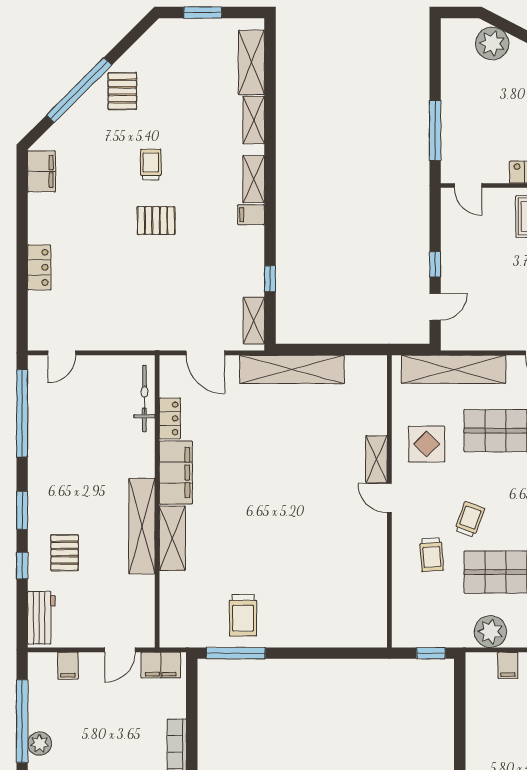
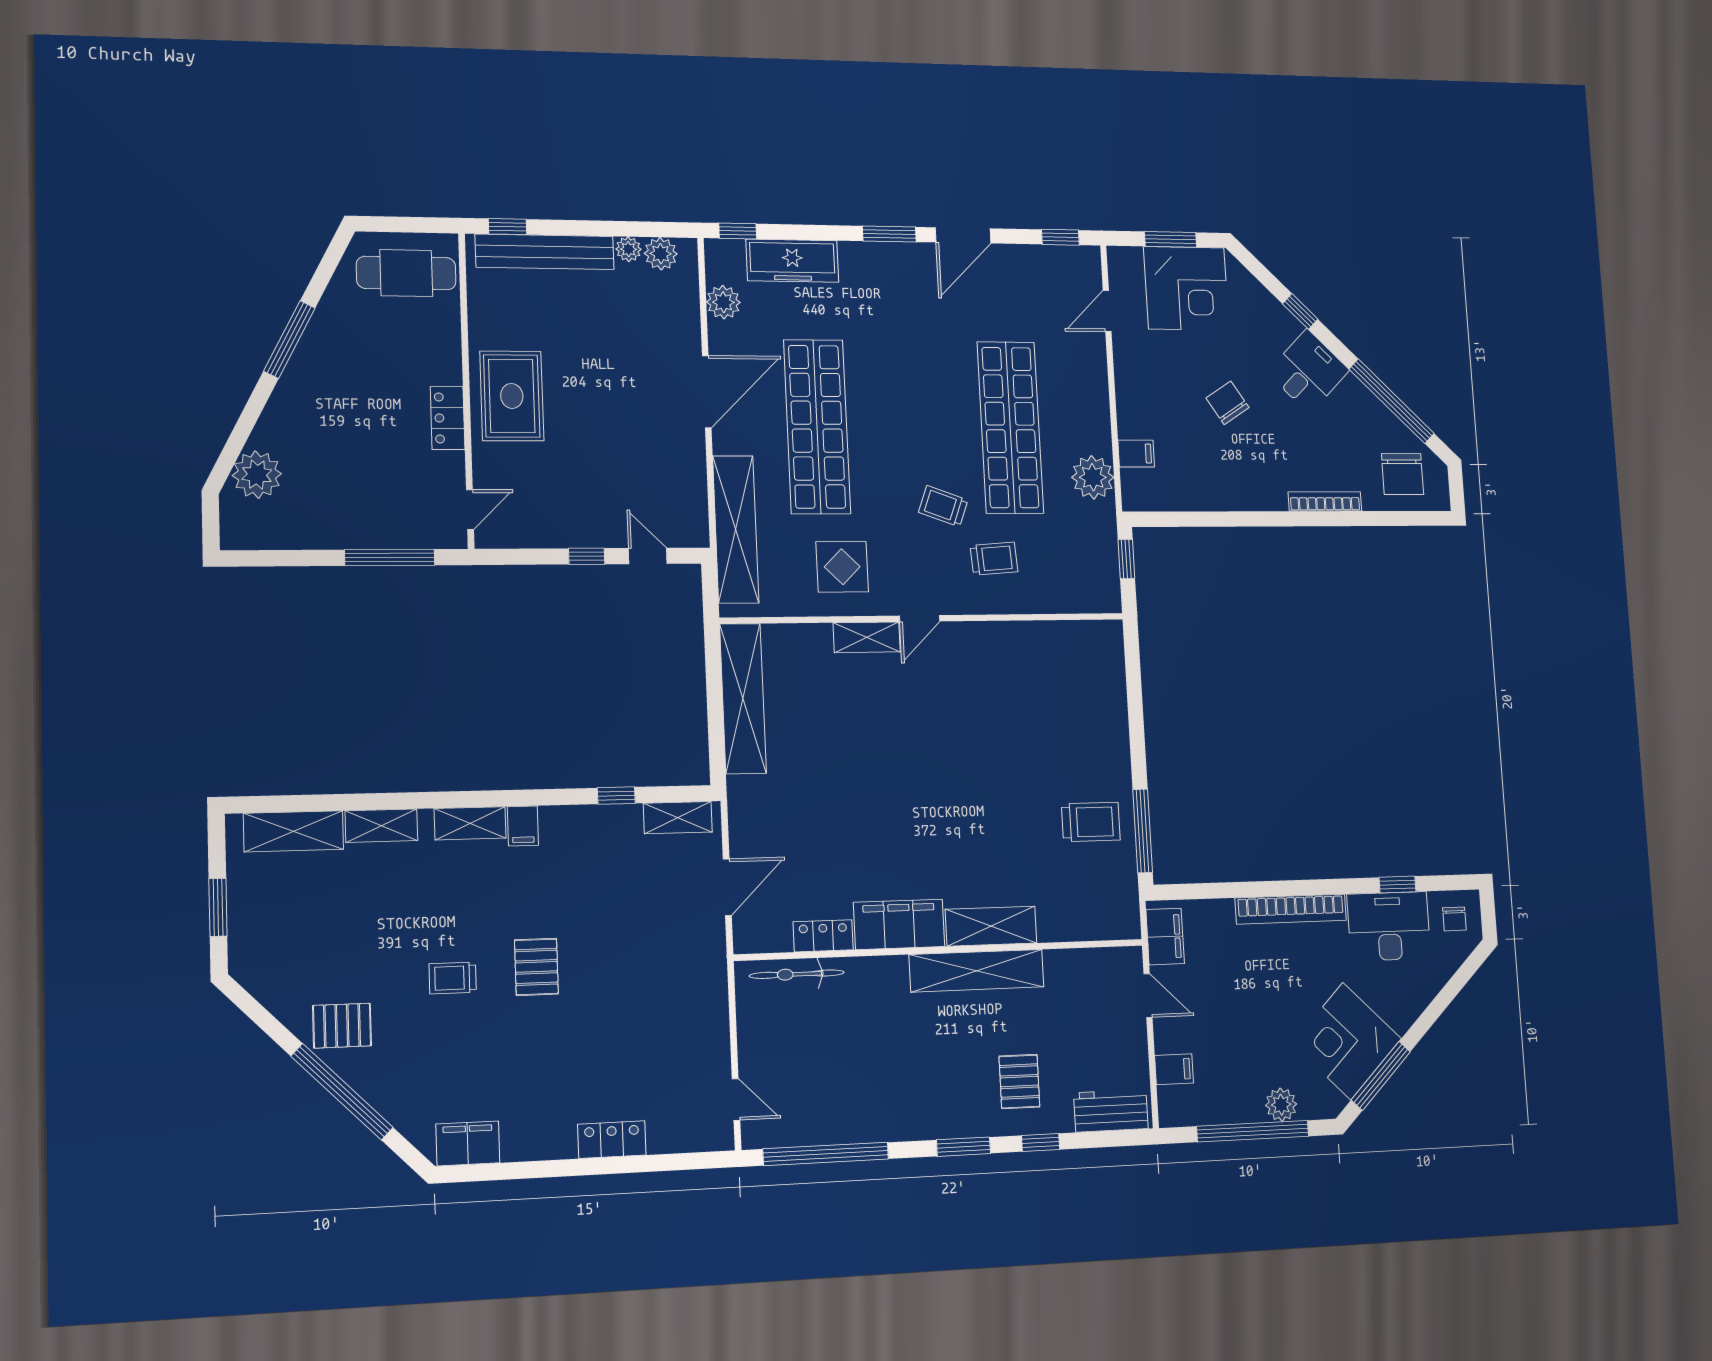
shelving: (292, 369) -> (743, 698), moved
pallet: (65, 553) -> (1019, 1082), turned 90

